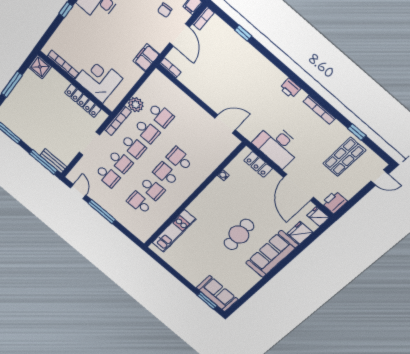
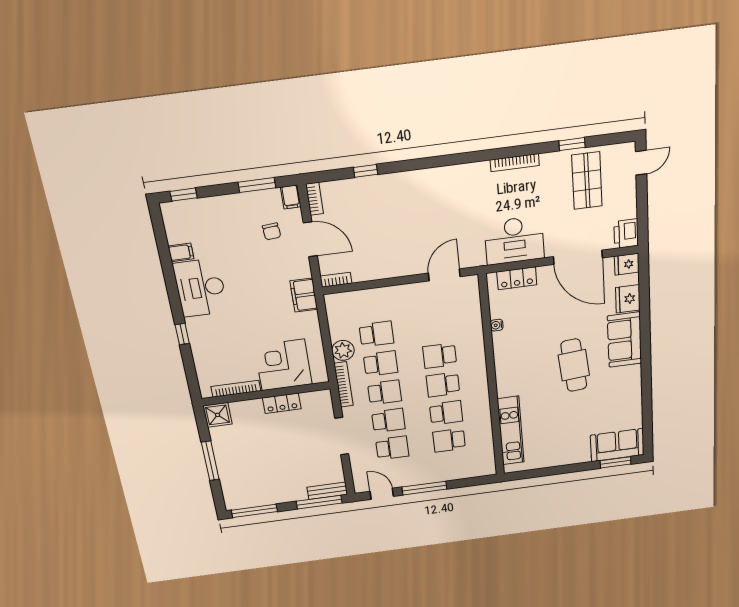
printer: (290, 88) -> (466, 173), removed
locker: (83, 101) -> (282, 403), width x0.66
sofa: (272, 254) -> (625, 340), width x0.73

